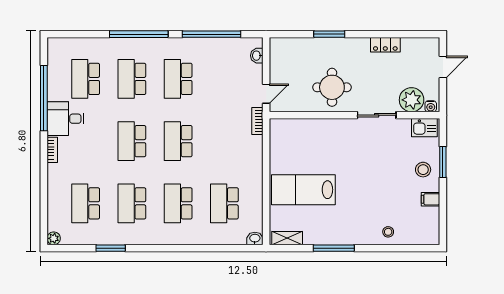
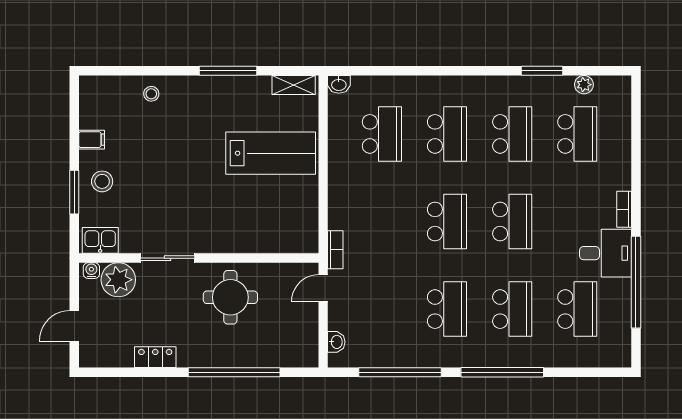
window: (329, 34) -> (234, 372), width x2.11
plant: (54, 238) -> (584, 85), moved

